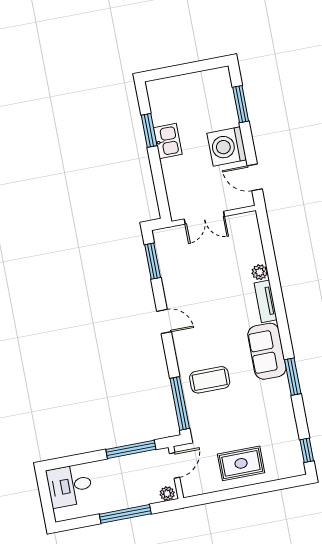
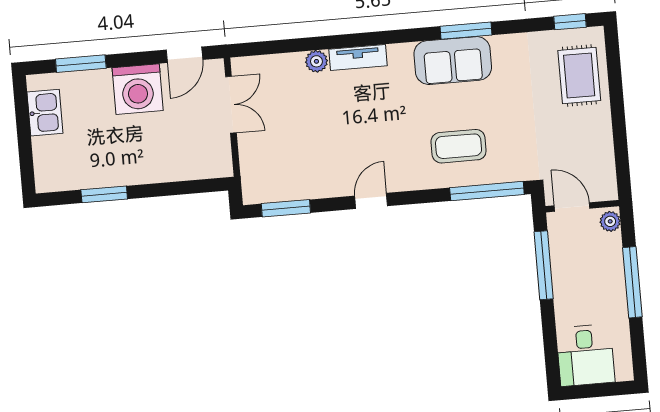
kitchen sink: (168, 141) -> (45, 113), moved, turned 90
double door: (204, 218) -> (231, 105), moved
sofa: (267, 351) -> (453, 61), moved
coffee table: (210, 380) -> (459, 146), turned 90
rug: (241, 463) -> (579, 76), moved

